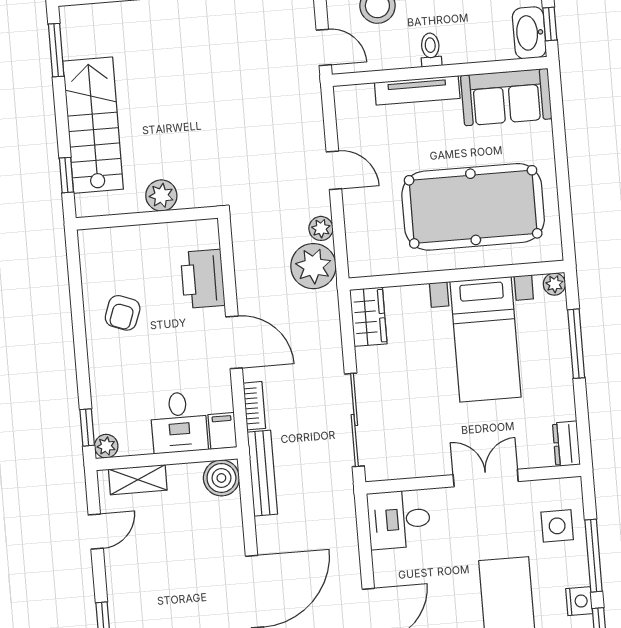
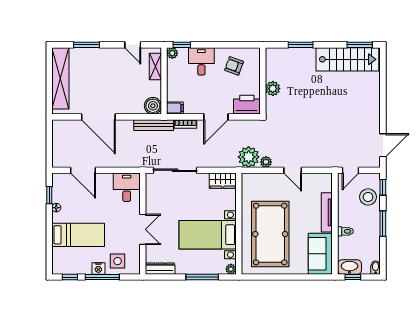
toilet: (431, 50) -> (345, 231), moved
stairs: (93, 125) -> (347, 59), moved
door: (334, 170) -> (293, 170), hinge flipped
window: (66, 175) -> (301, 45), width x1.50
plant: (161, 196) -> (273, 89), moved
wall: (147, 218) -> (263, 81), moved
desk: (179, 422) -> (201, 61), moved, turned 90
dresser: (566, 444) -> (160, 269), width x1.44
nightstand: (579, 601) -> (98, 268), moved

